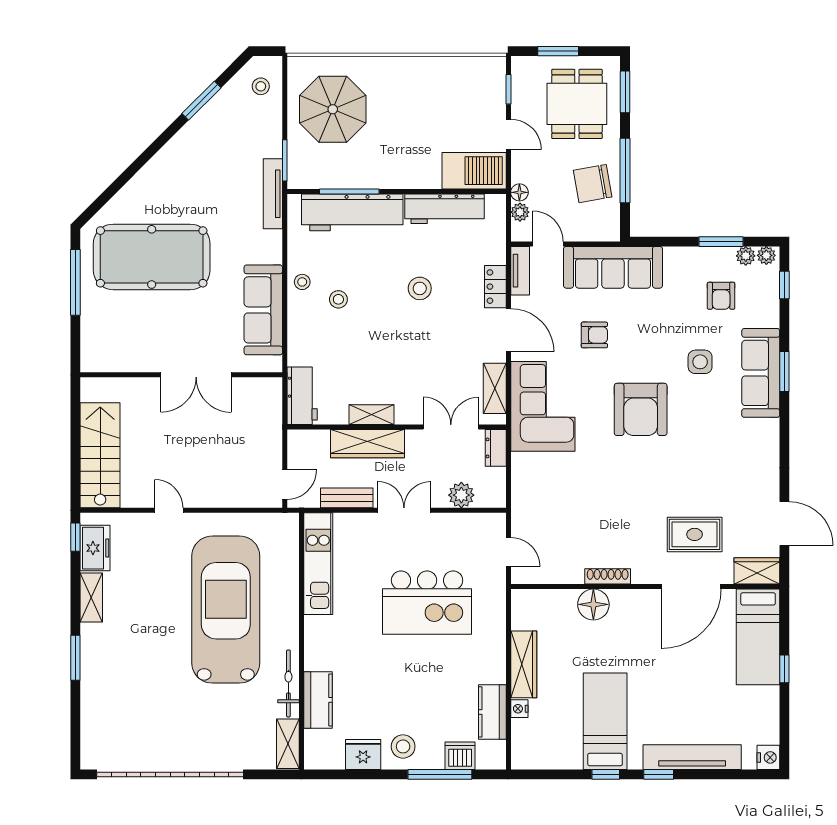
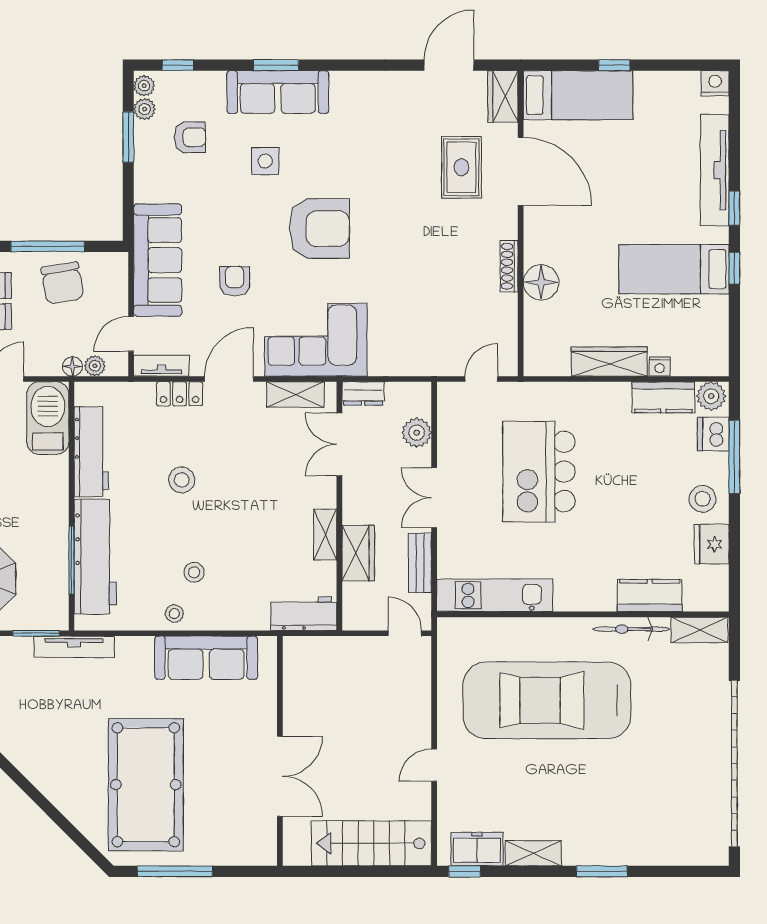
double door: (196, 375) -> (280, 776), moved
wardrobe: (368, 444) -> (358, 553), width x0.67
kitchen island: (427, 603) -> (539, 472), turned 180
plant: (493, 754) -> (711, 396), added

